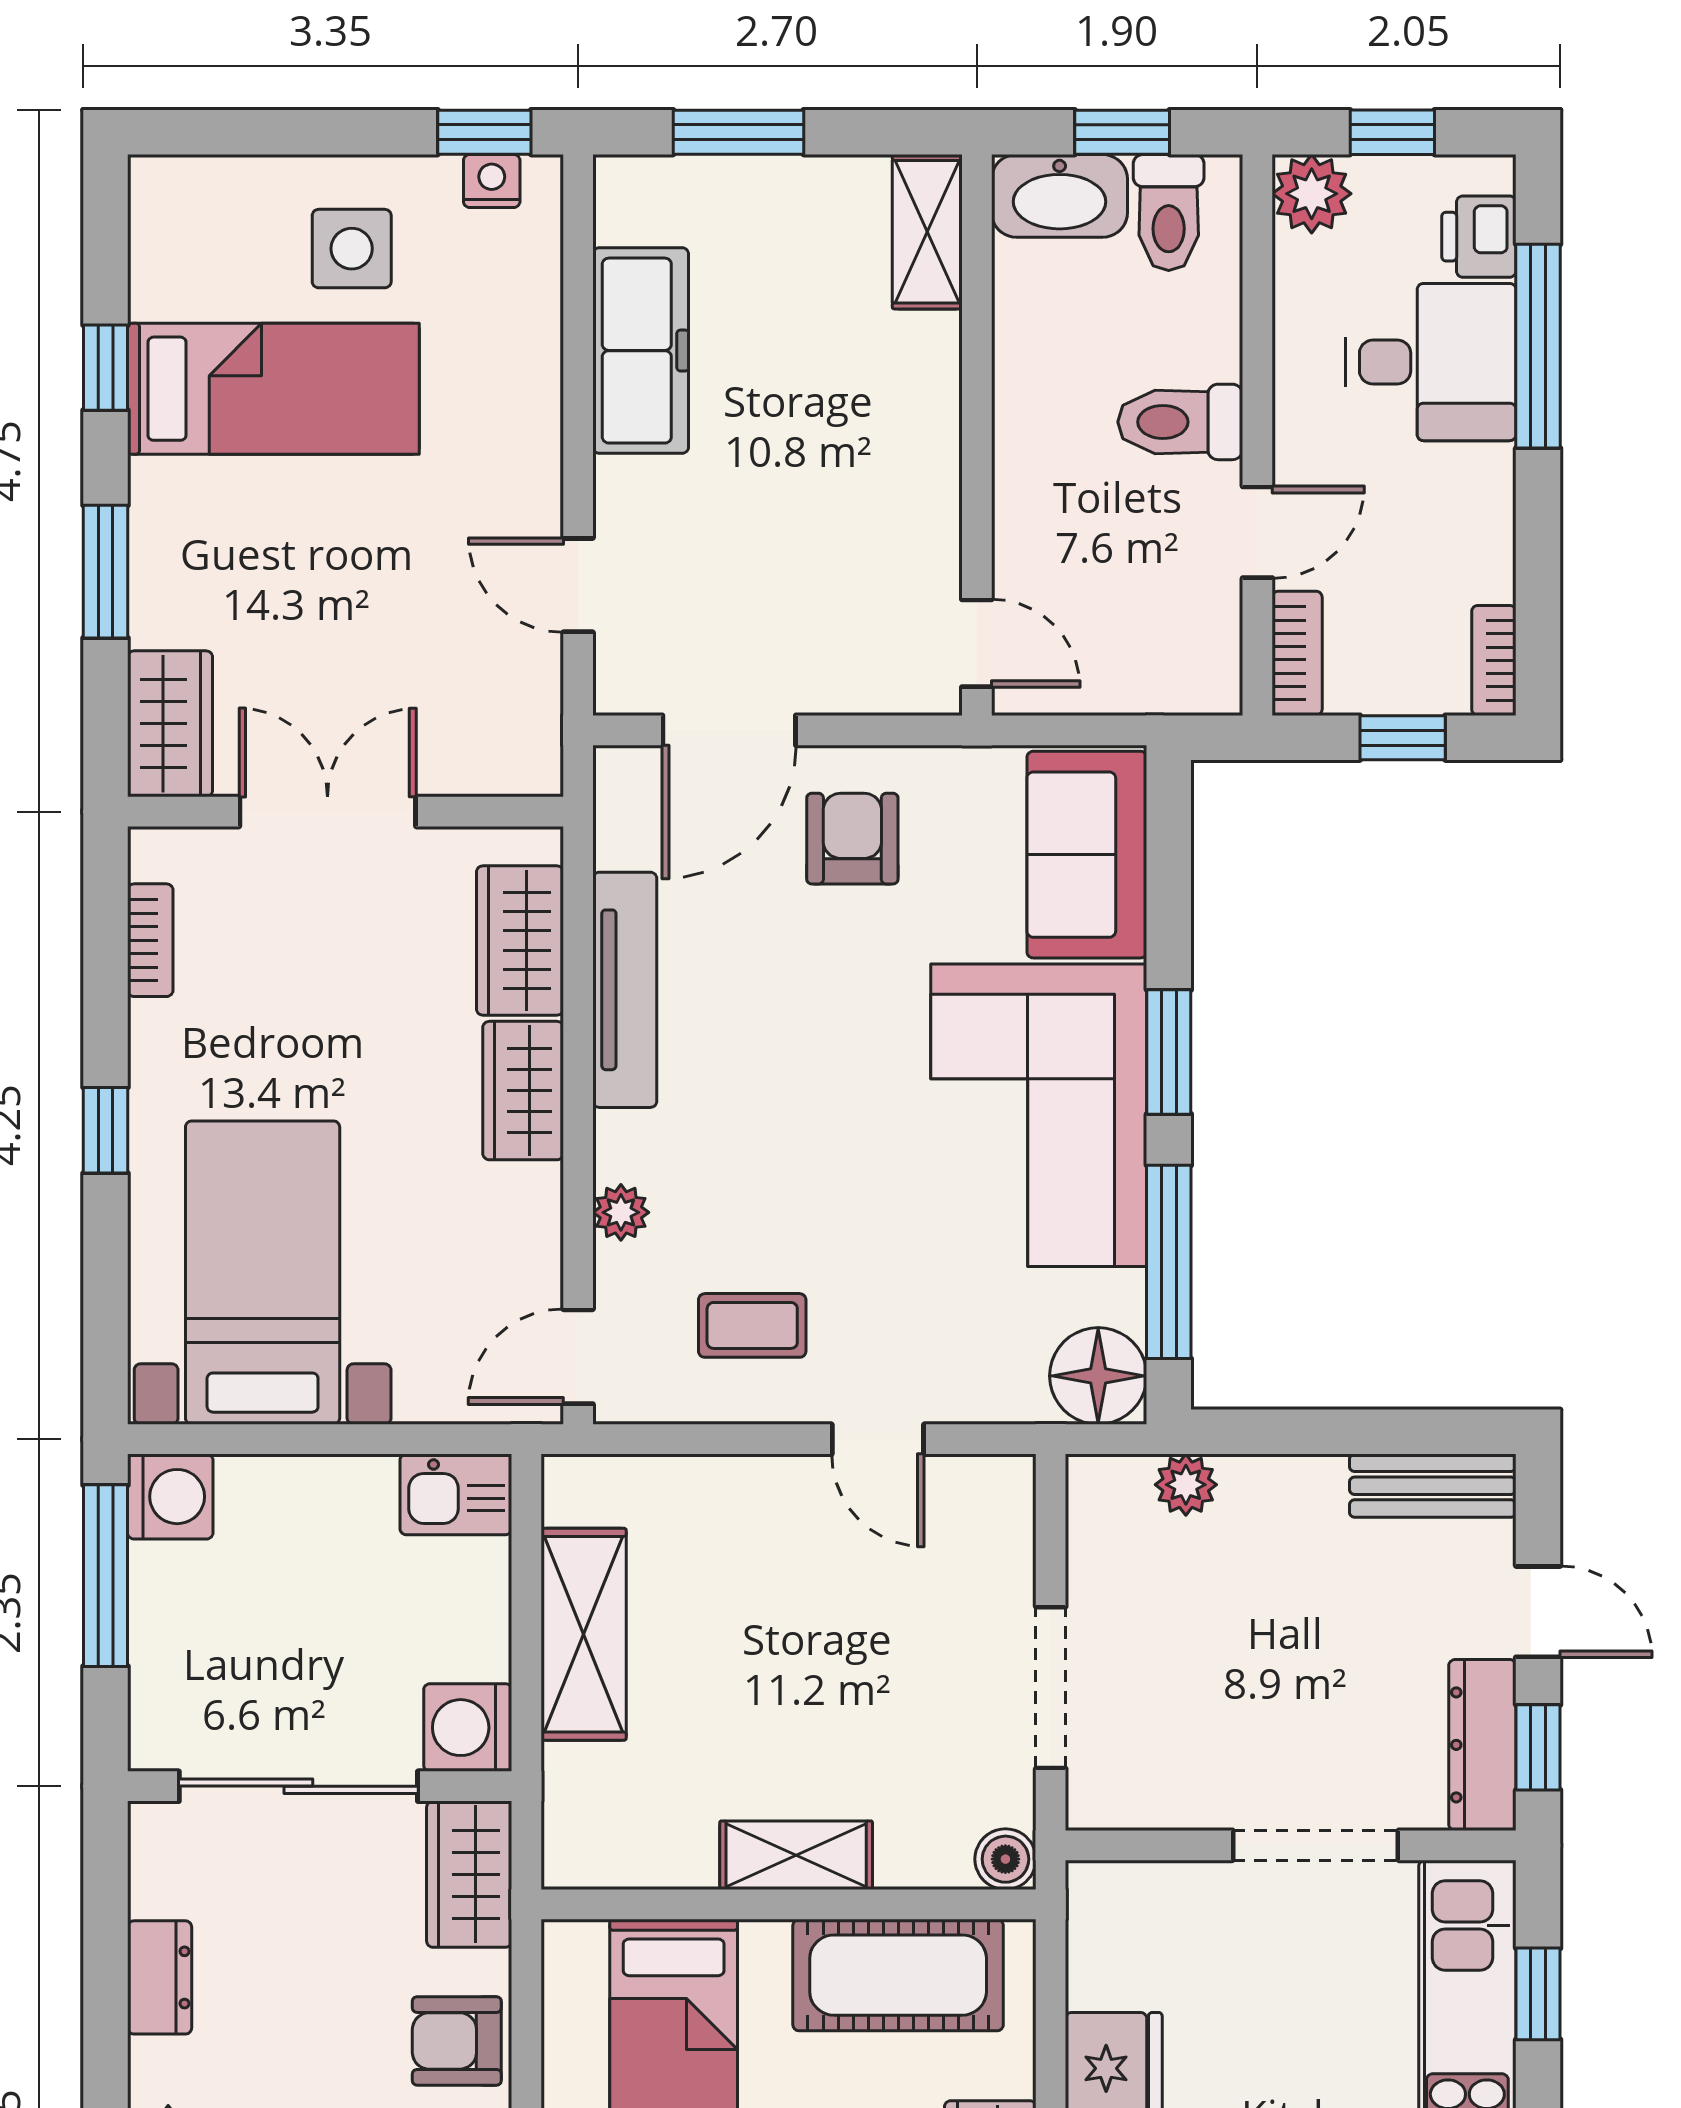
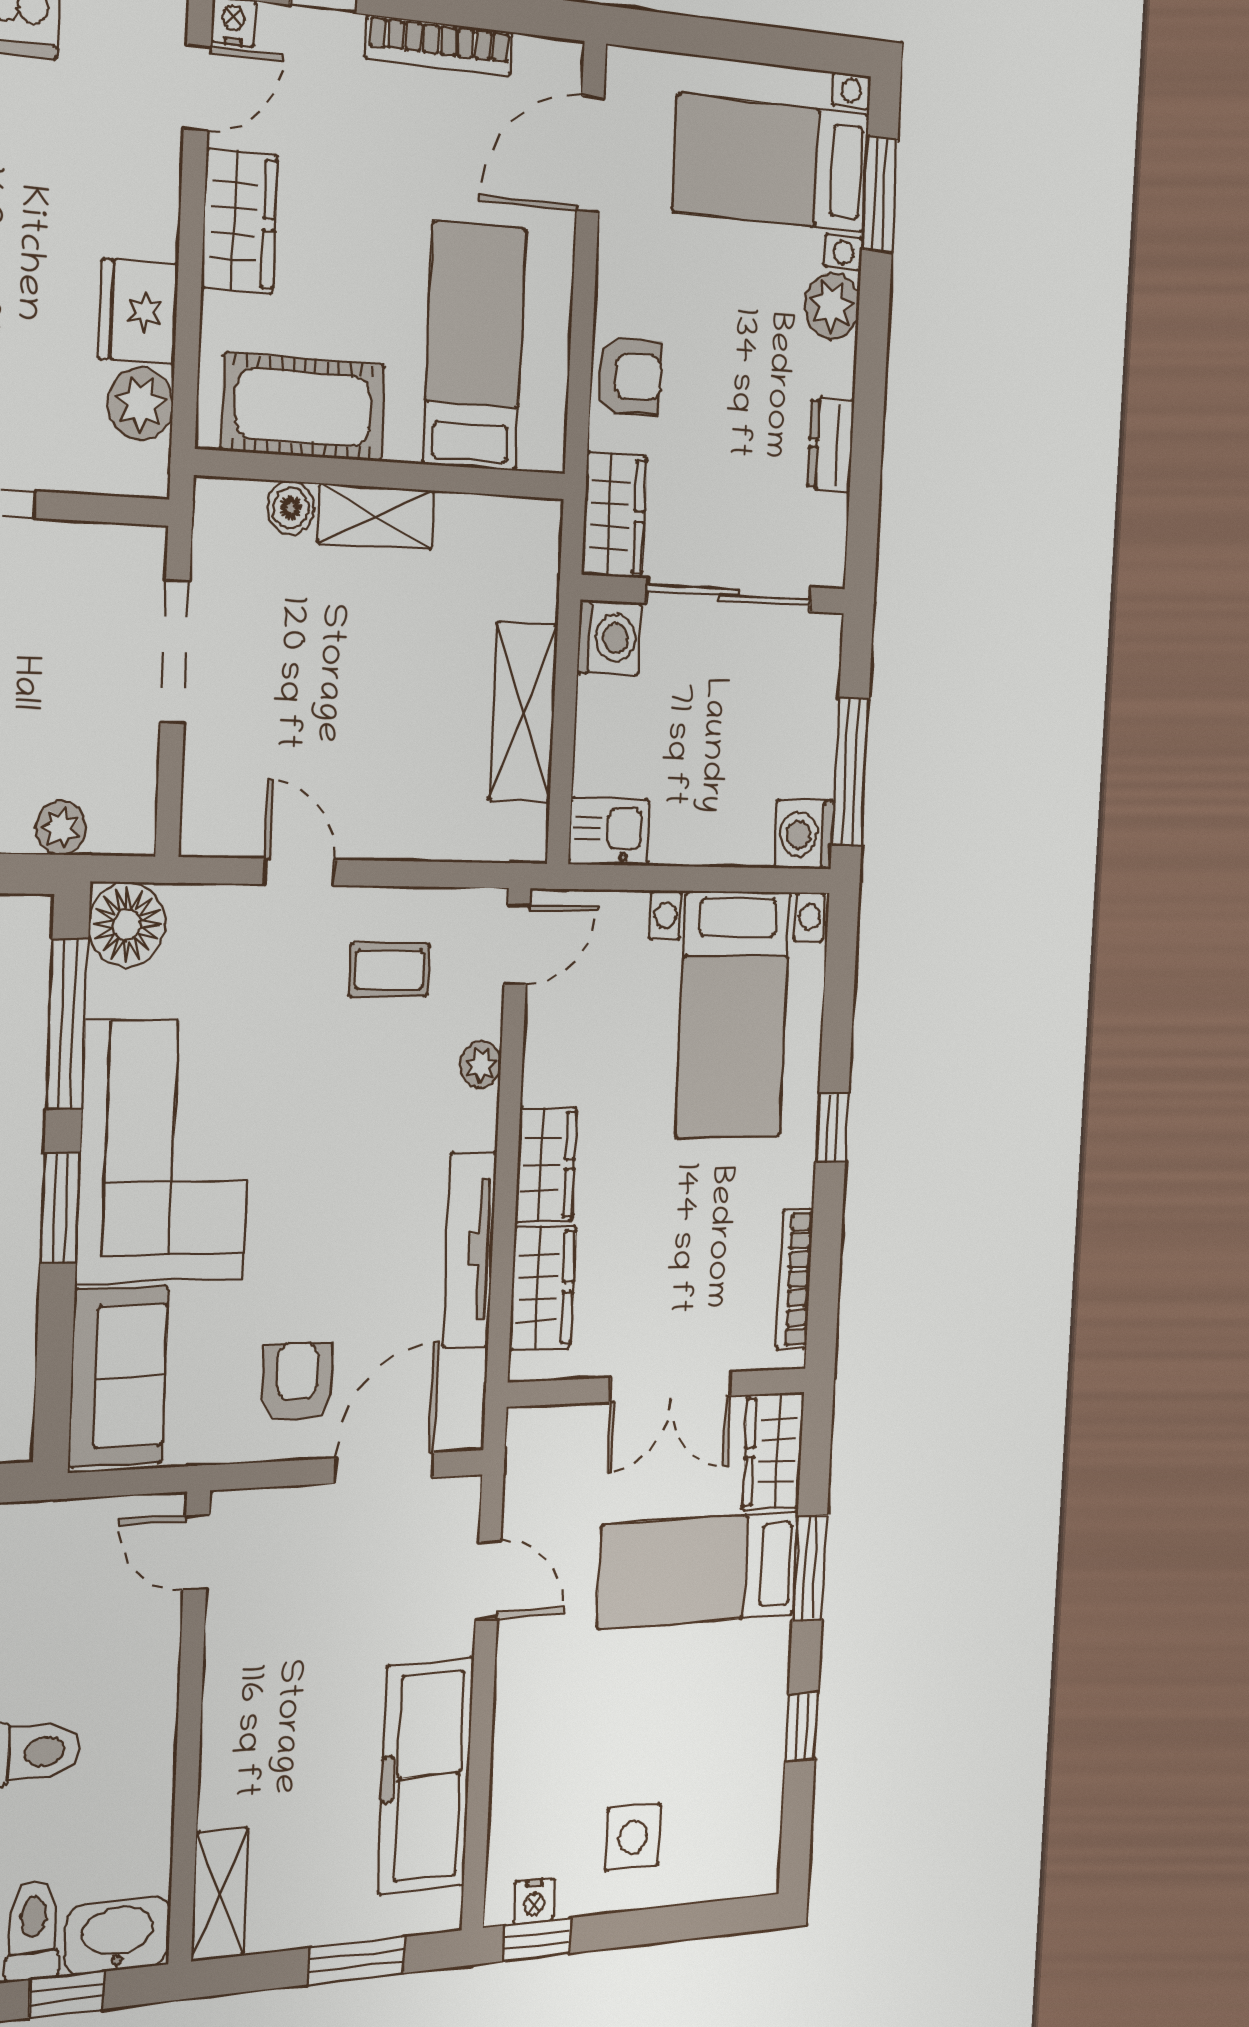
freezer: (641, 351) -> (426, 1776), width x1.36, depth x1.26
bed: (273, 389) -> (699, 1570), moved
armchair: (852, 839) -> (297, 1382), turned 180
bookcase: (150, 940) -> (795, 1279), width x1.56
boiler: (1005, 1859) -> (291, 508), moved
plant: (1106, 1966) -> (141, 404), added

